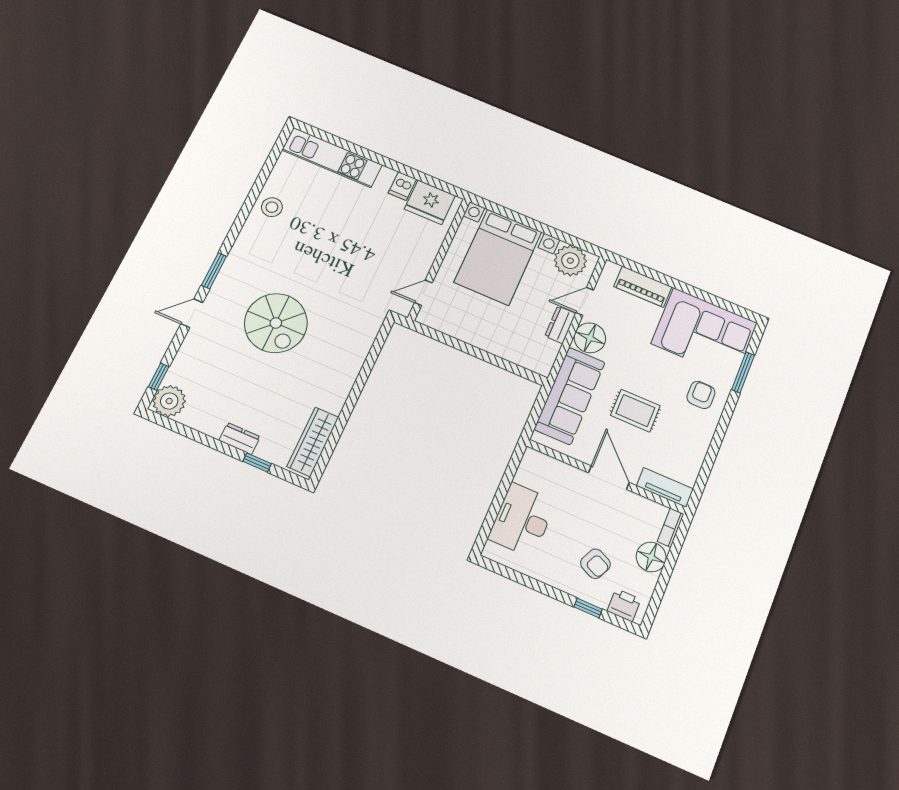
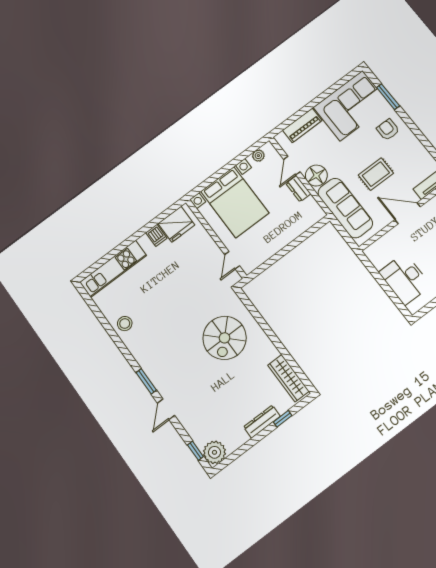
plant: (570, 261) -> (258, 156), width x0.53, depth x0.53
spiral stairs: (276, 323) -> (225, 338), moved, turned 90
dresser: (240, 439) -> (262, 422), width x1.44

